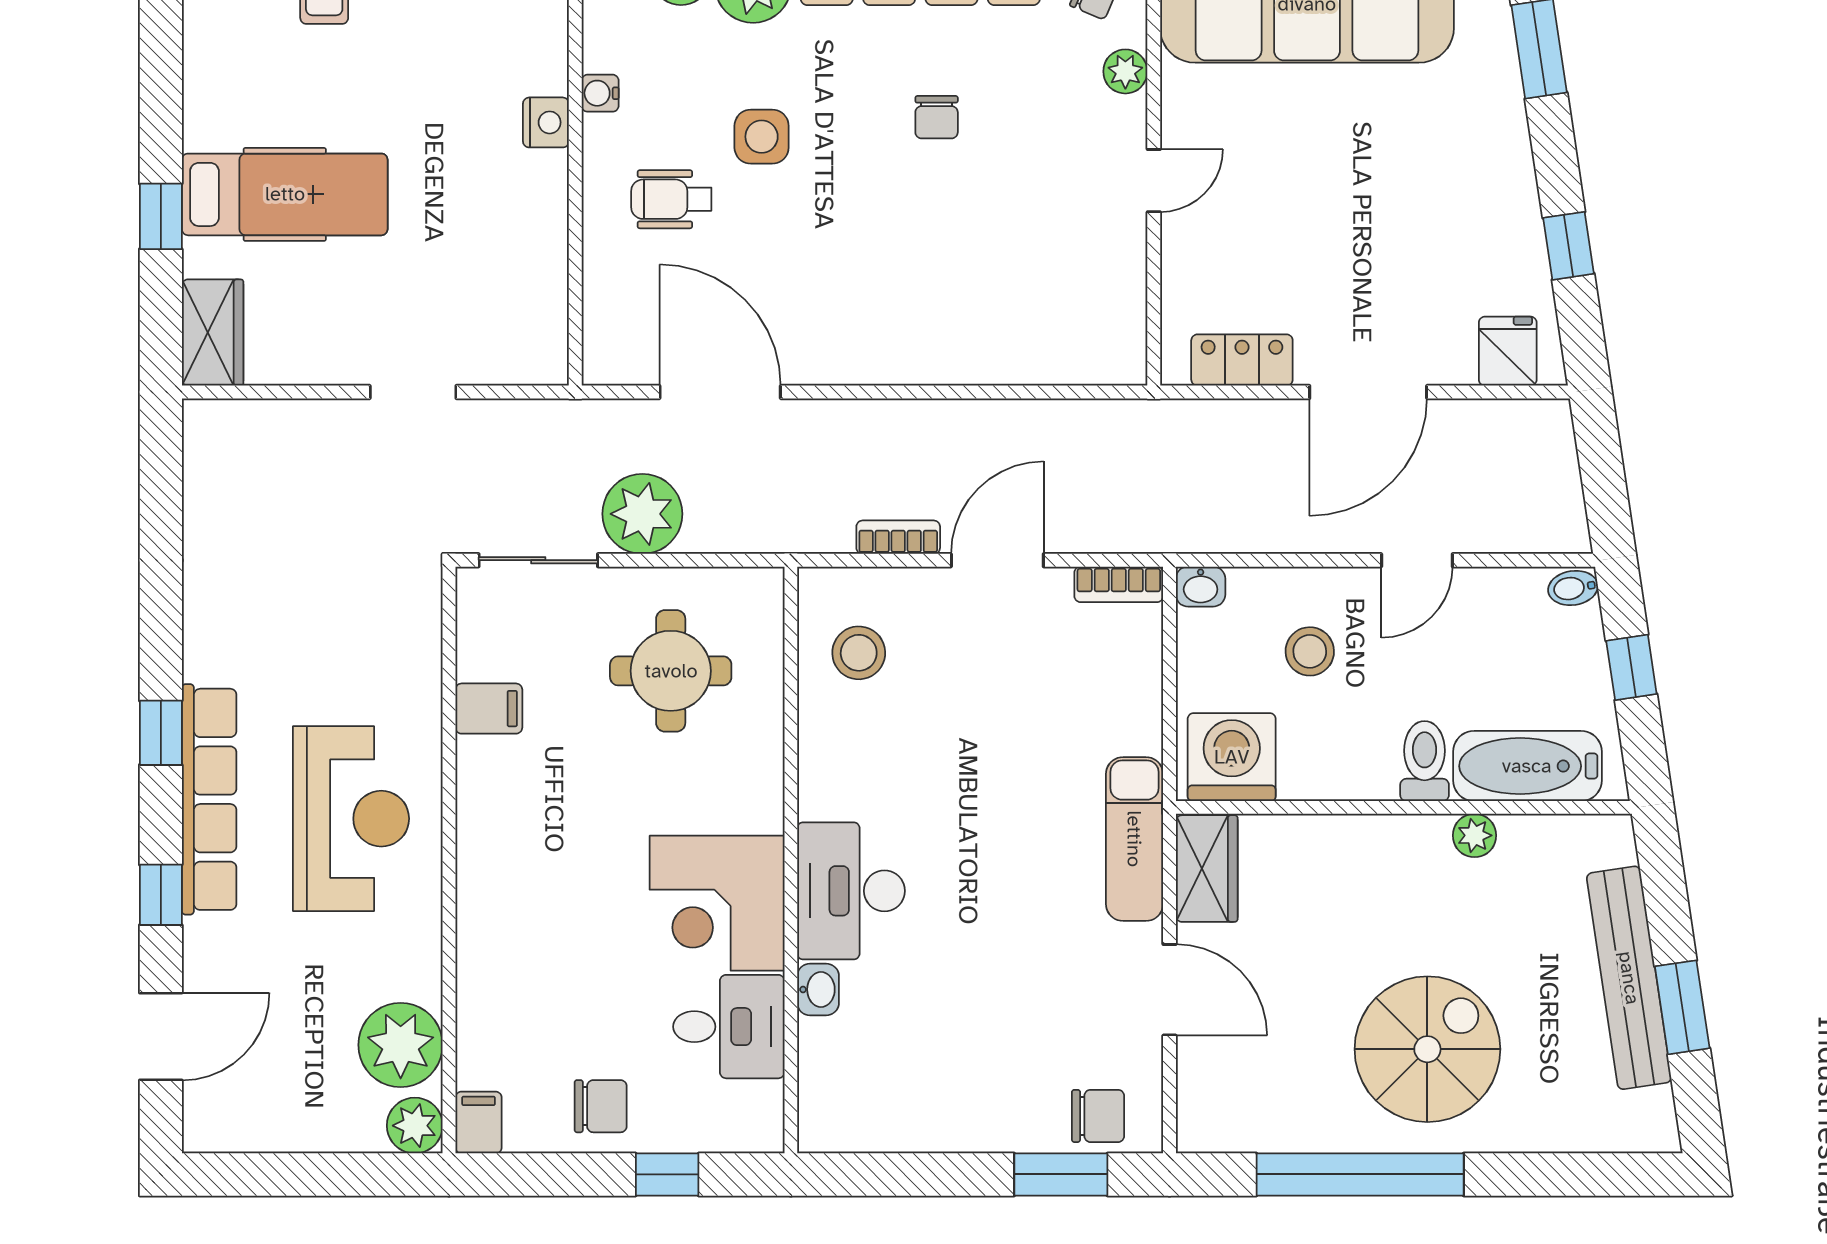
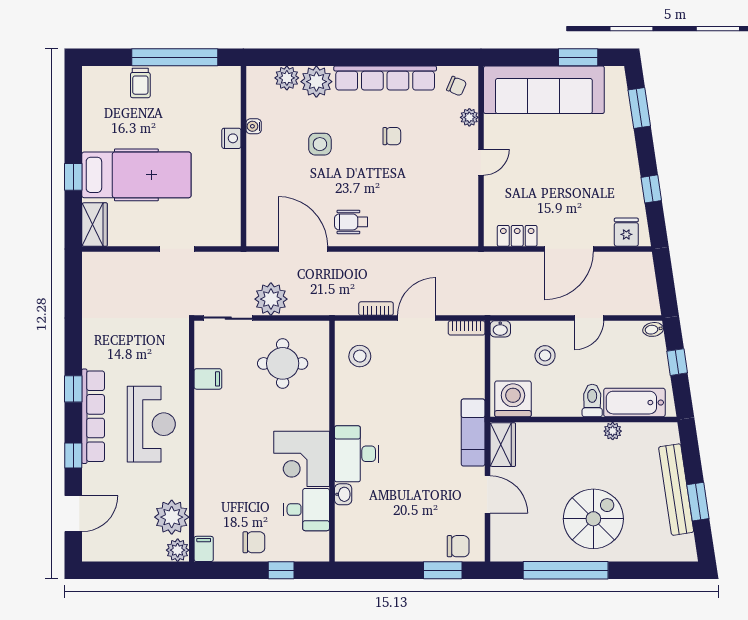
chair: (937, 117) -> (392, 136), turned -90
hospital bed: (285, 194) -> (136, 175), width x1.37, depth x1.29
wheelchair: (671, 199) -> (351, 222), moved

